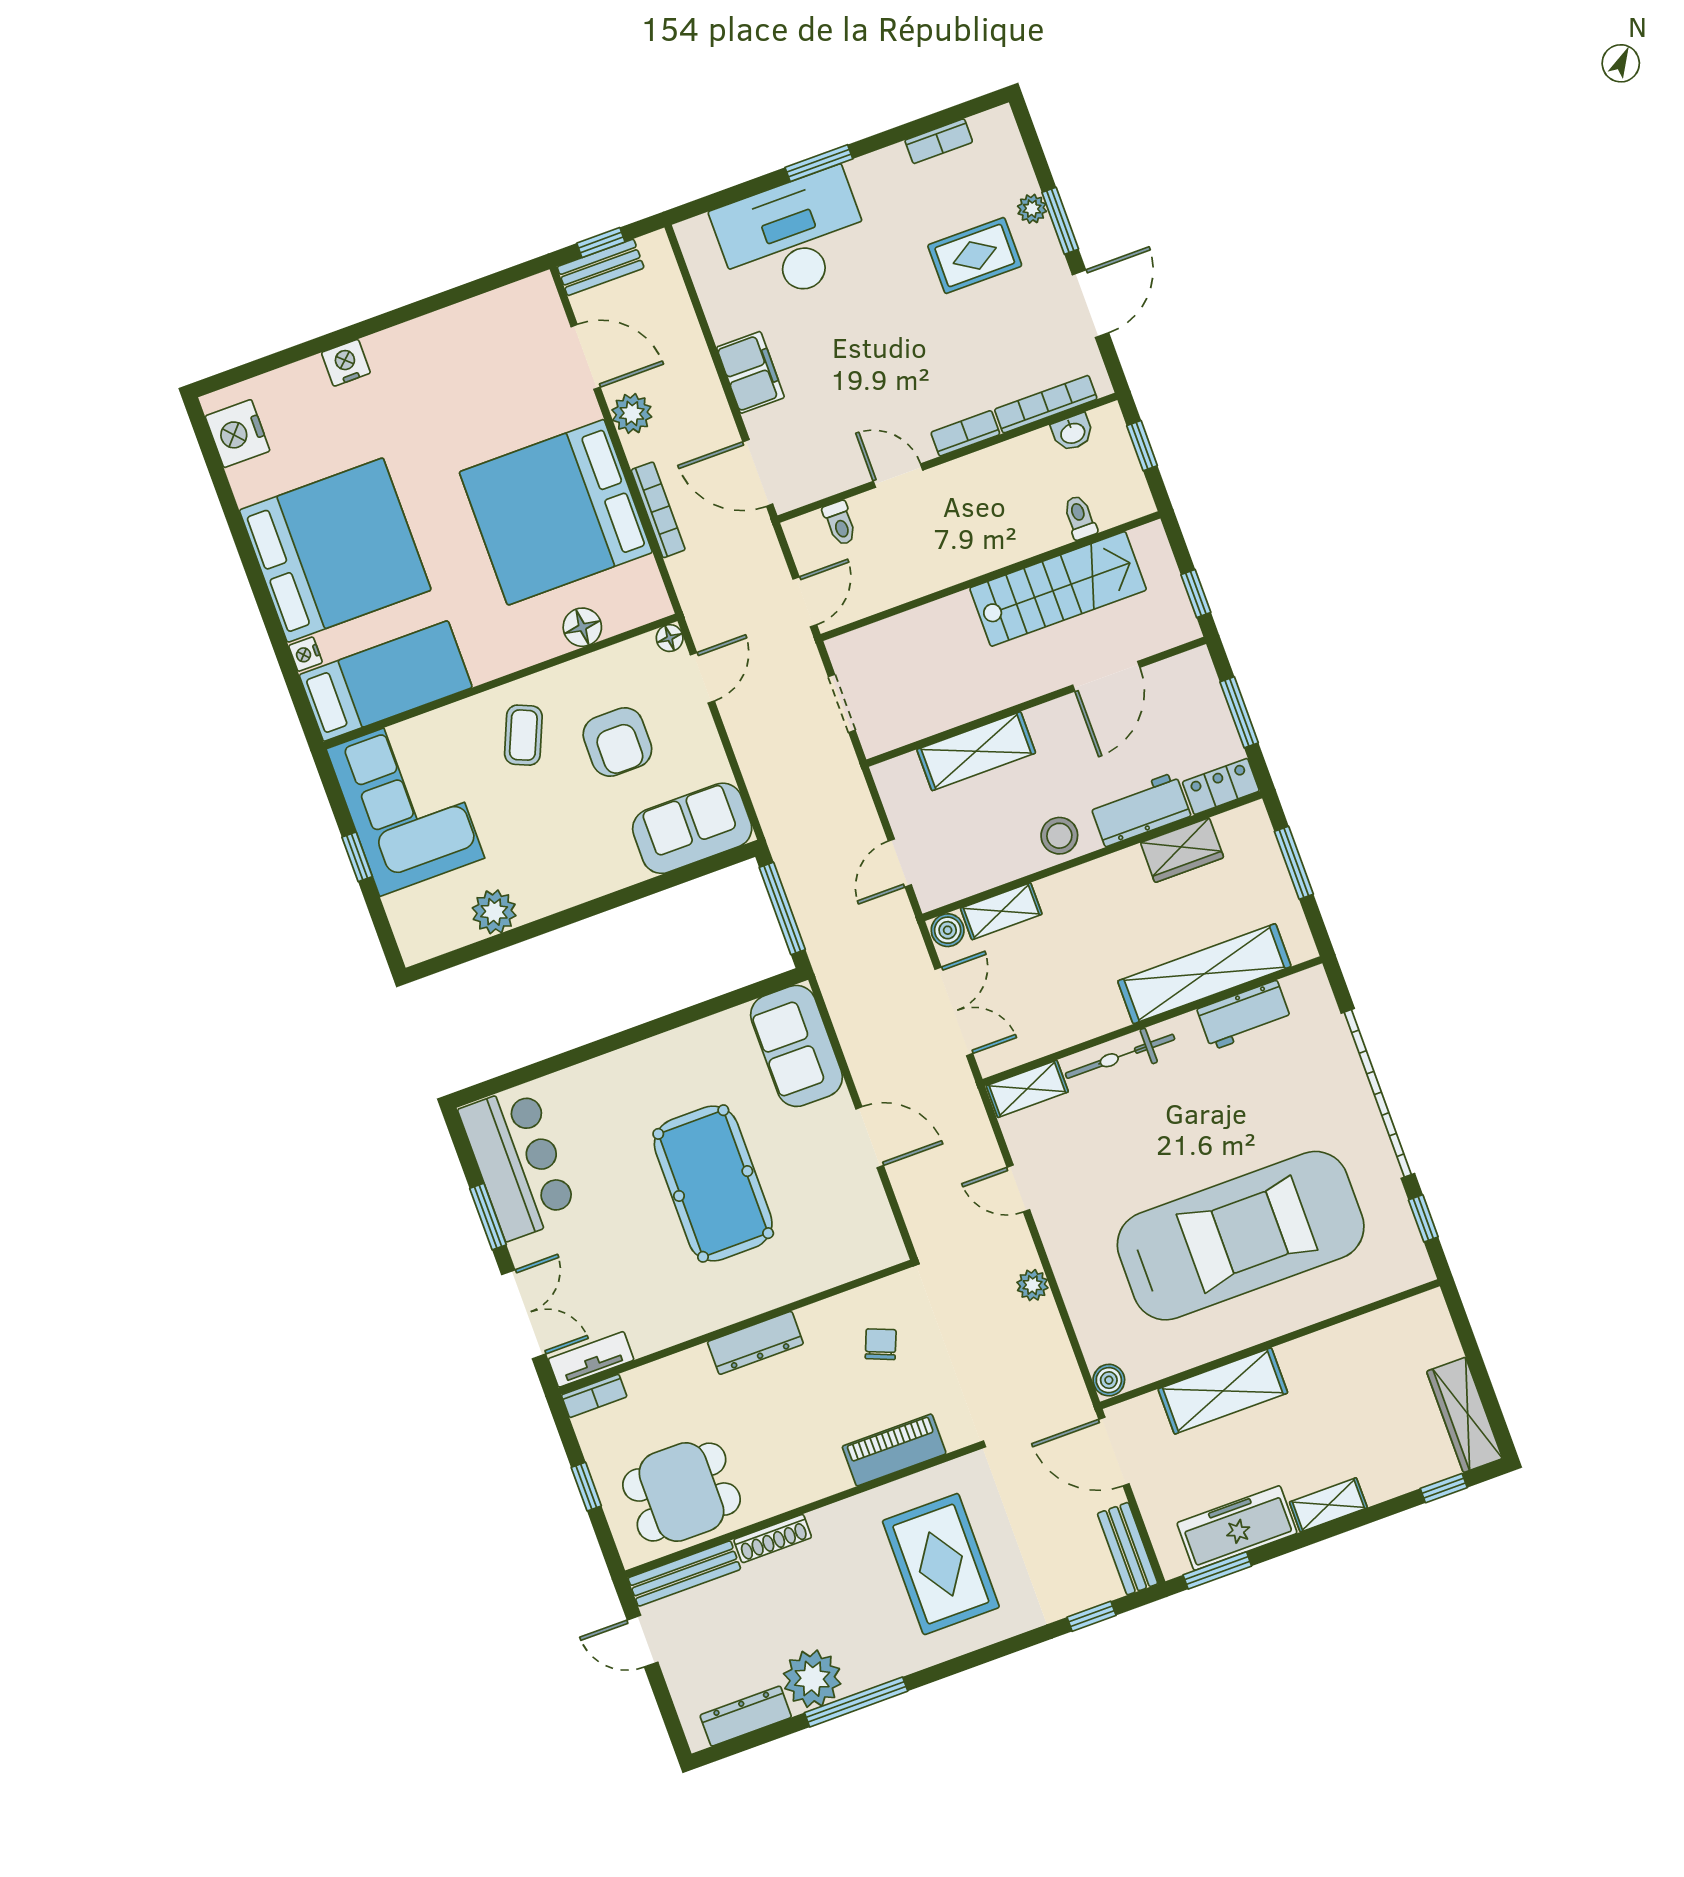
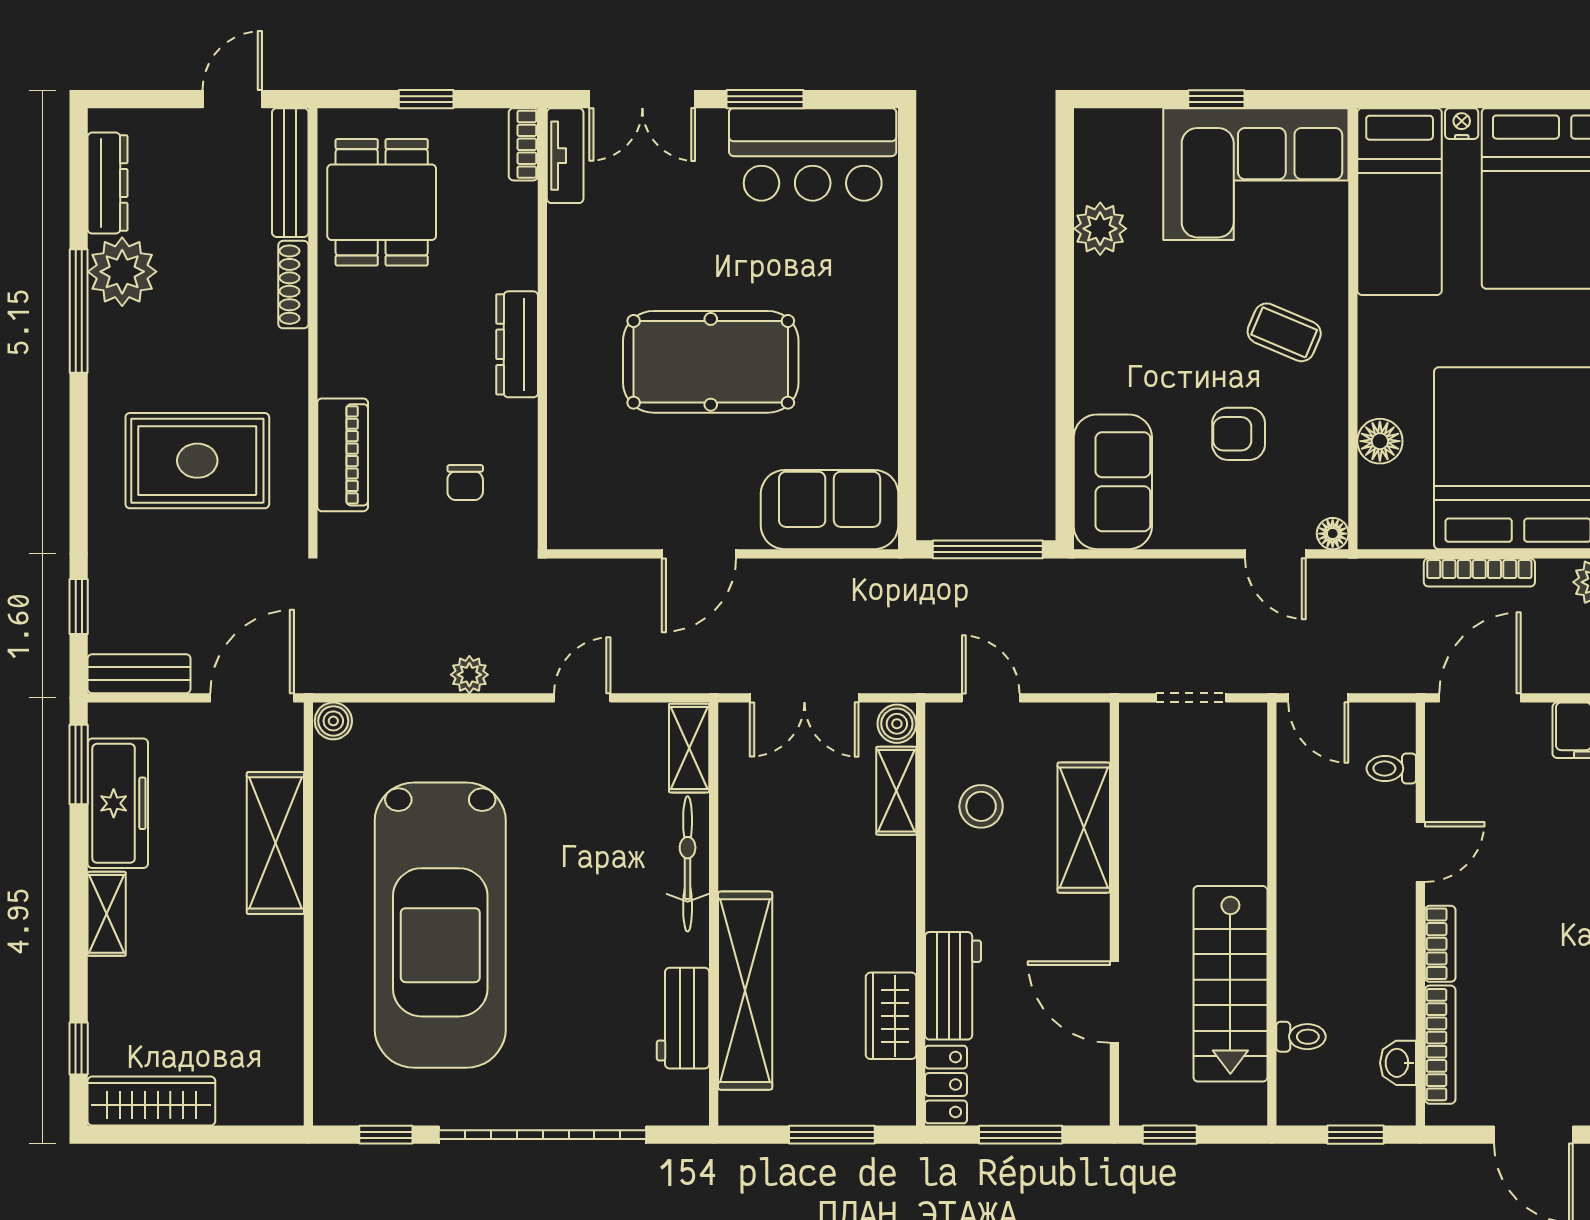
armchair: (617, 742) -> (1239, 434), width x0.72, depth x0.72
stool: (1059, 836) -> (981, 806), moved
chair: (881, 1344) -> (465, 483), turned 68

